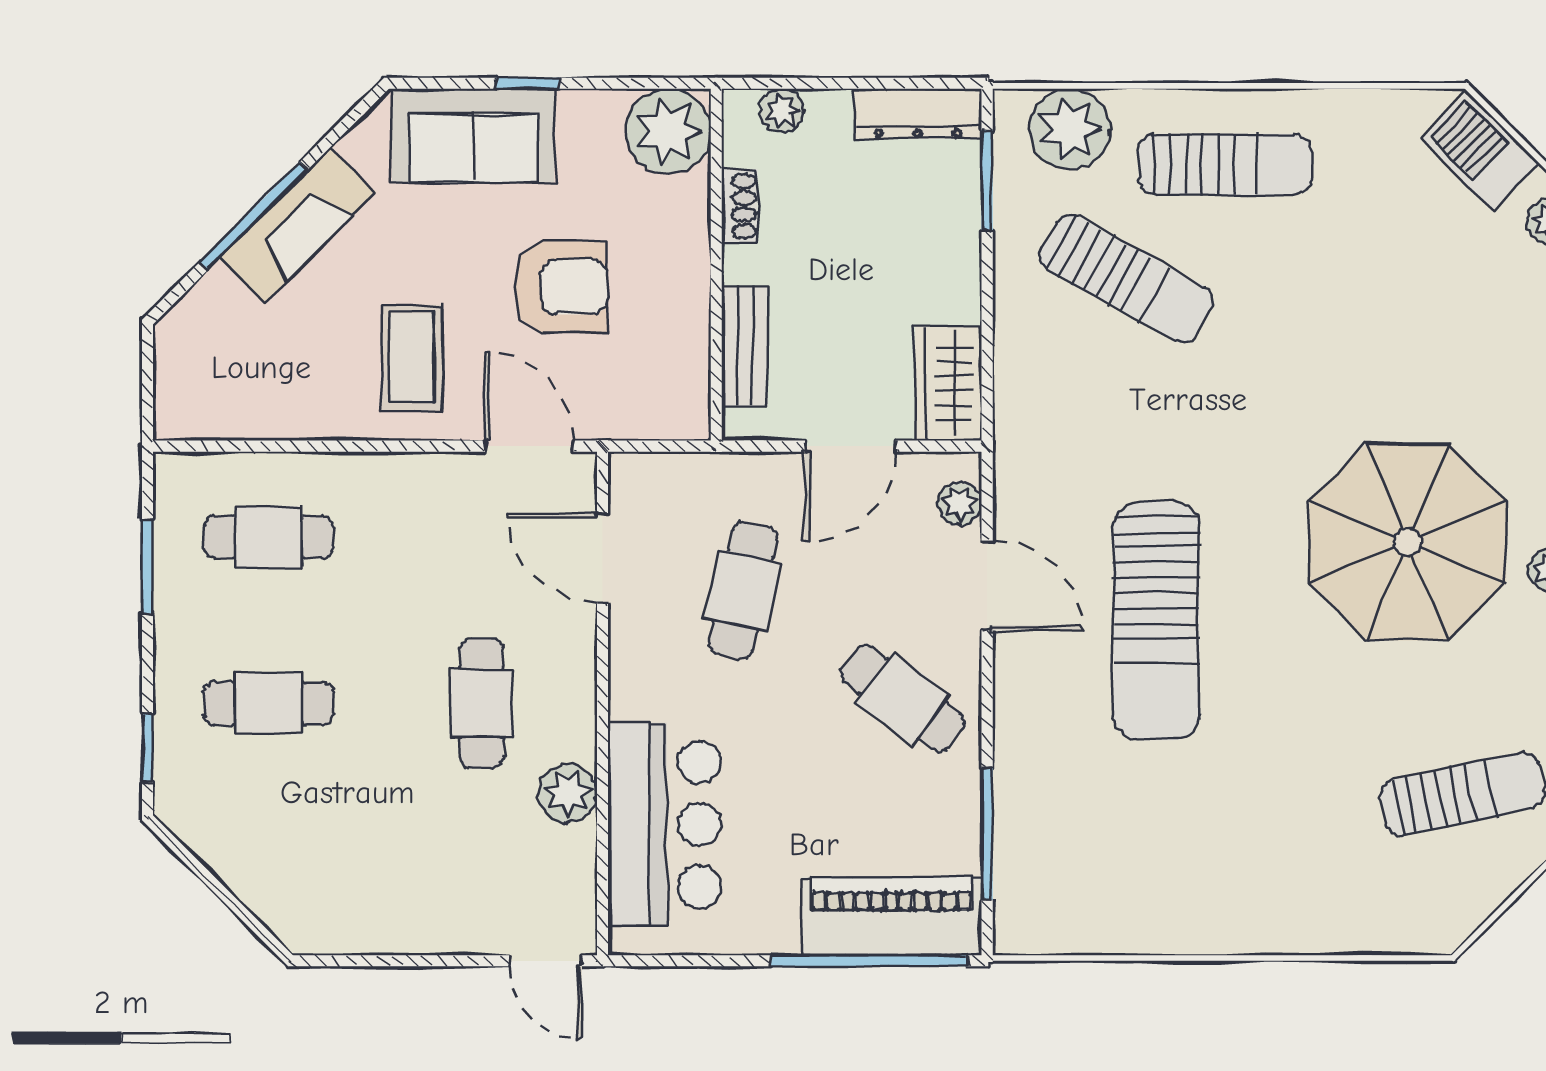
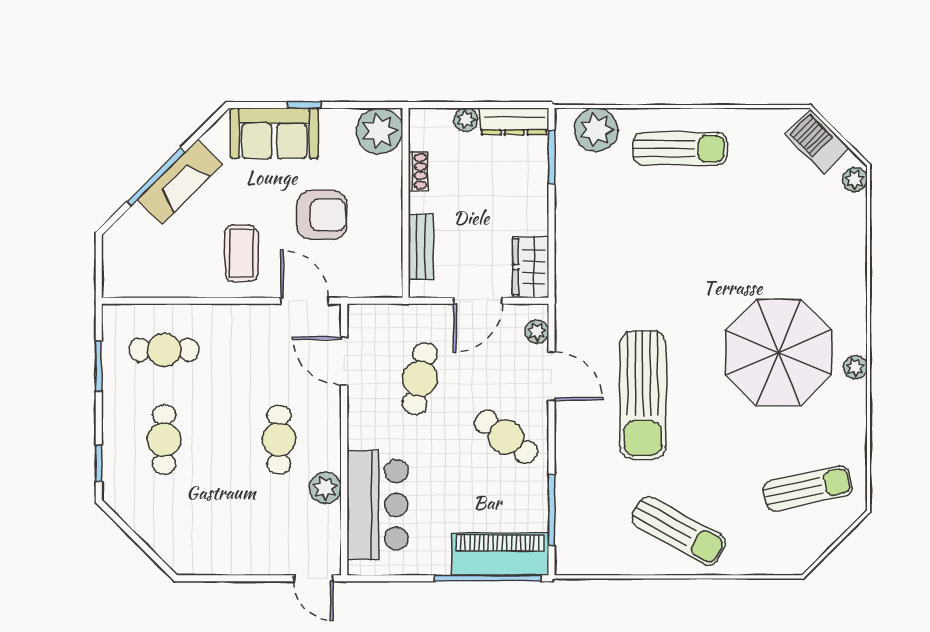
plant: (782, 110) -> (466, 120), moved
sun lounger: (1127, 279) -> (679, 531), moved
cafe table: (269, 703) -> (164, 440), turned 90

